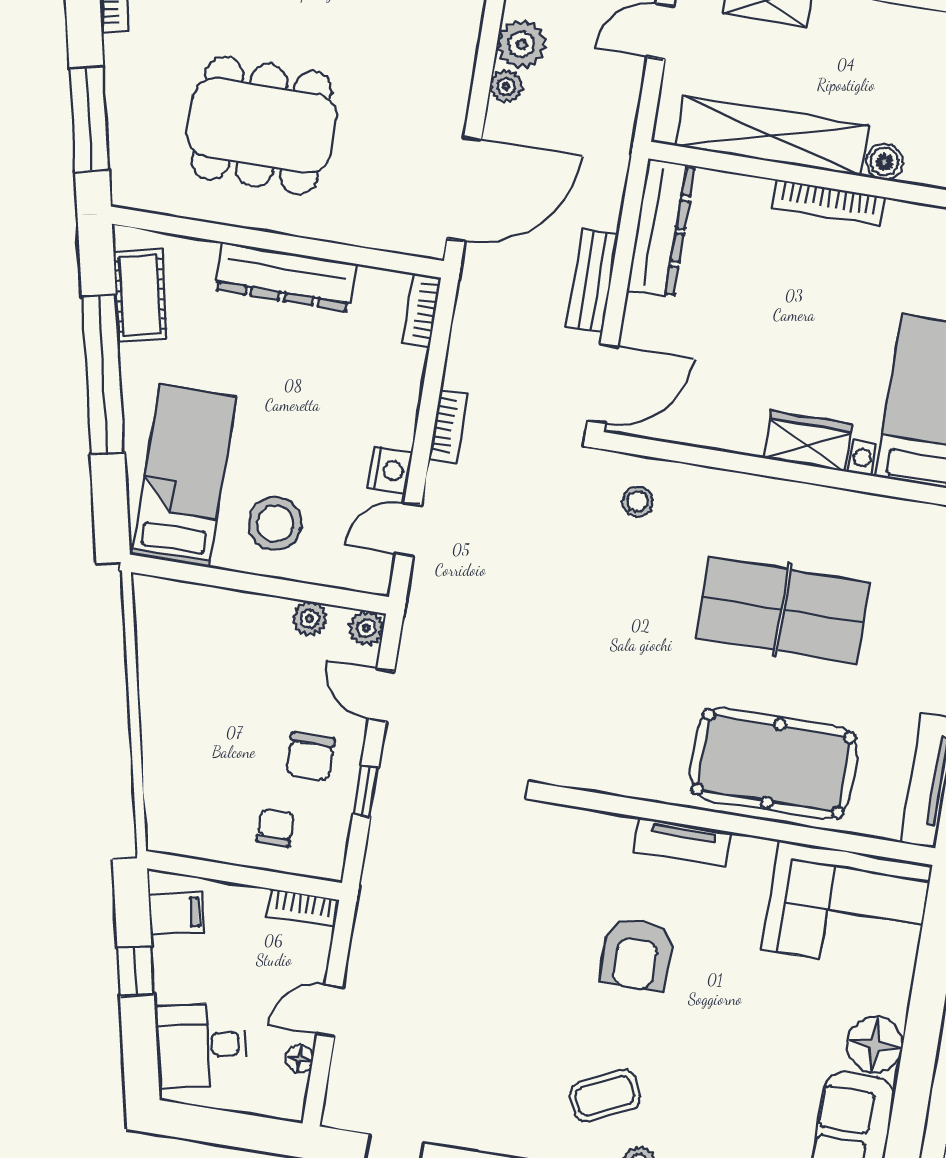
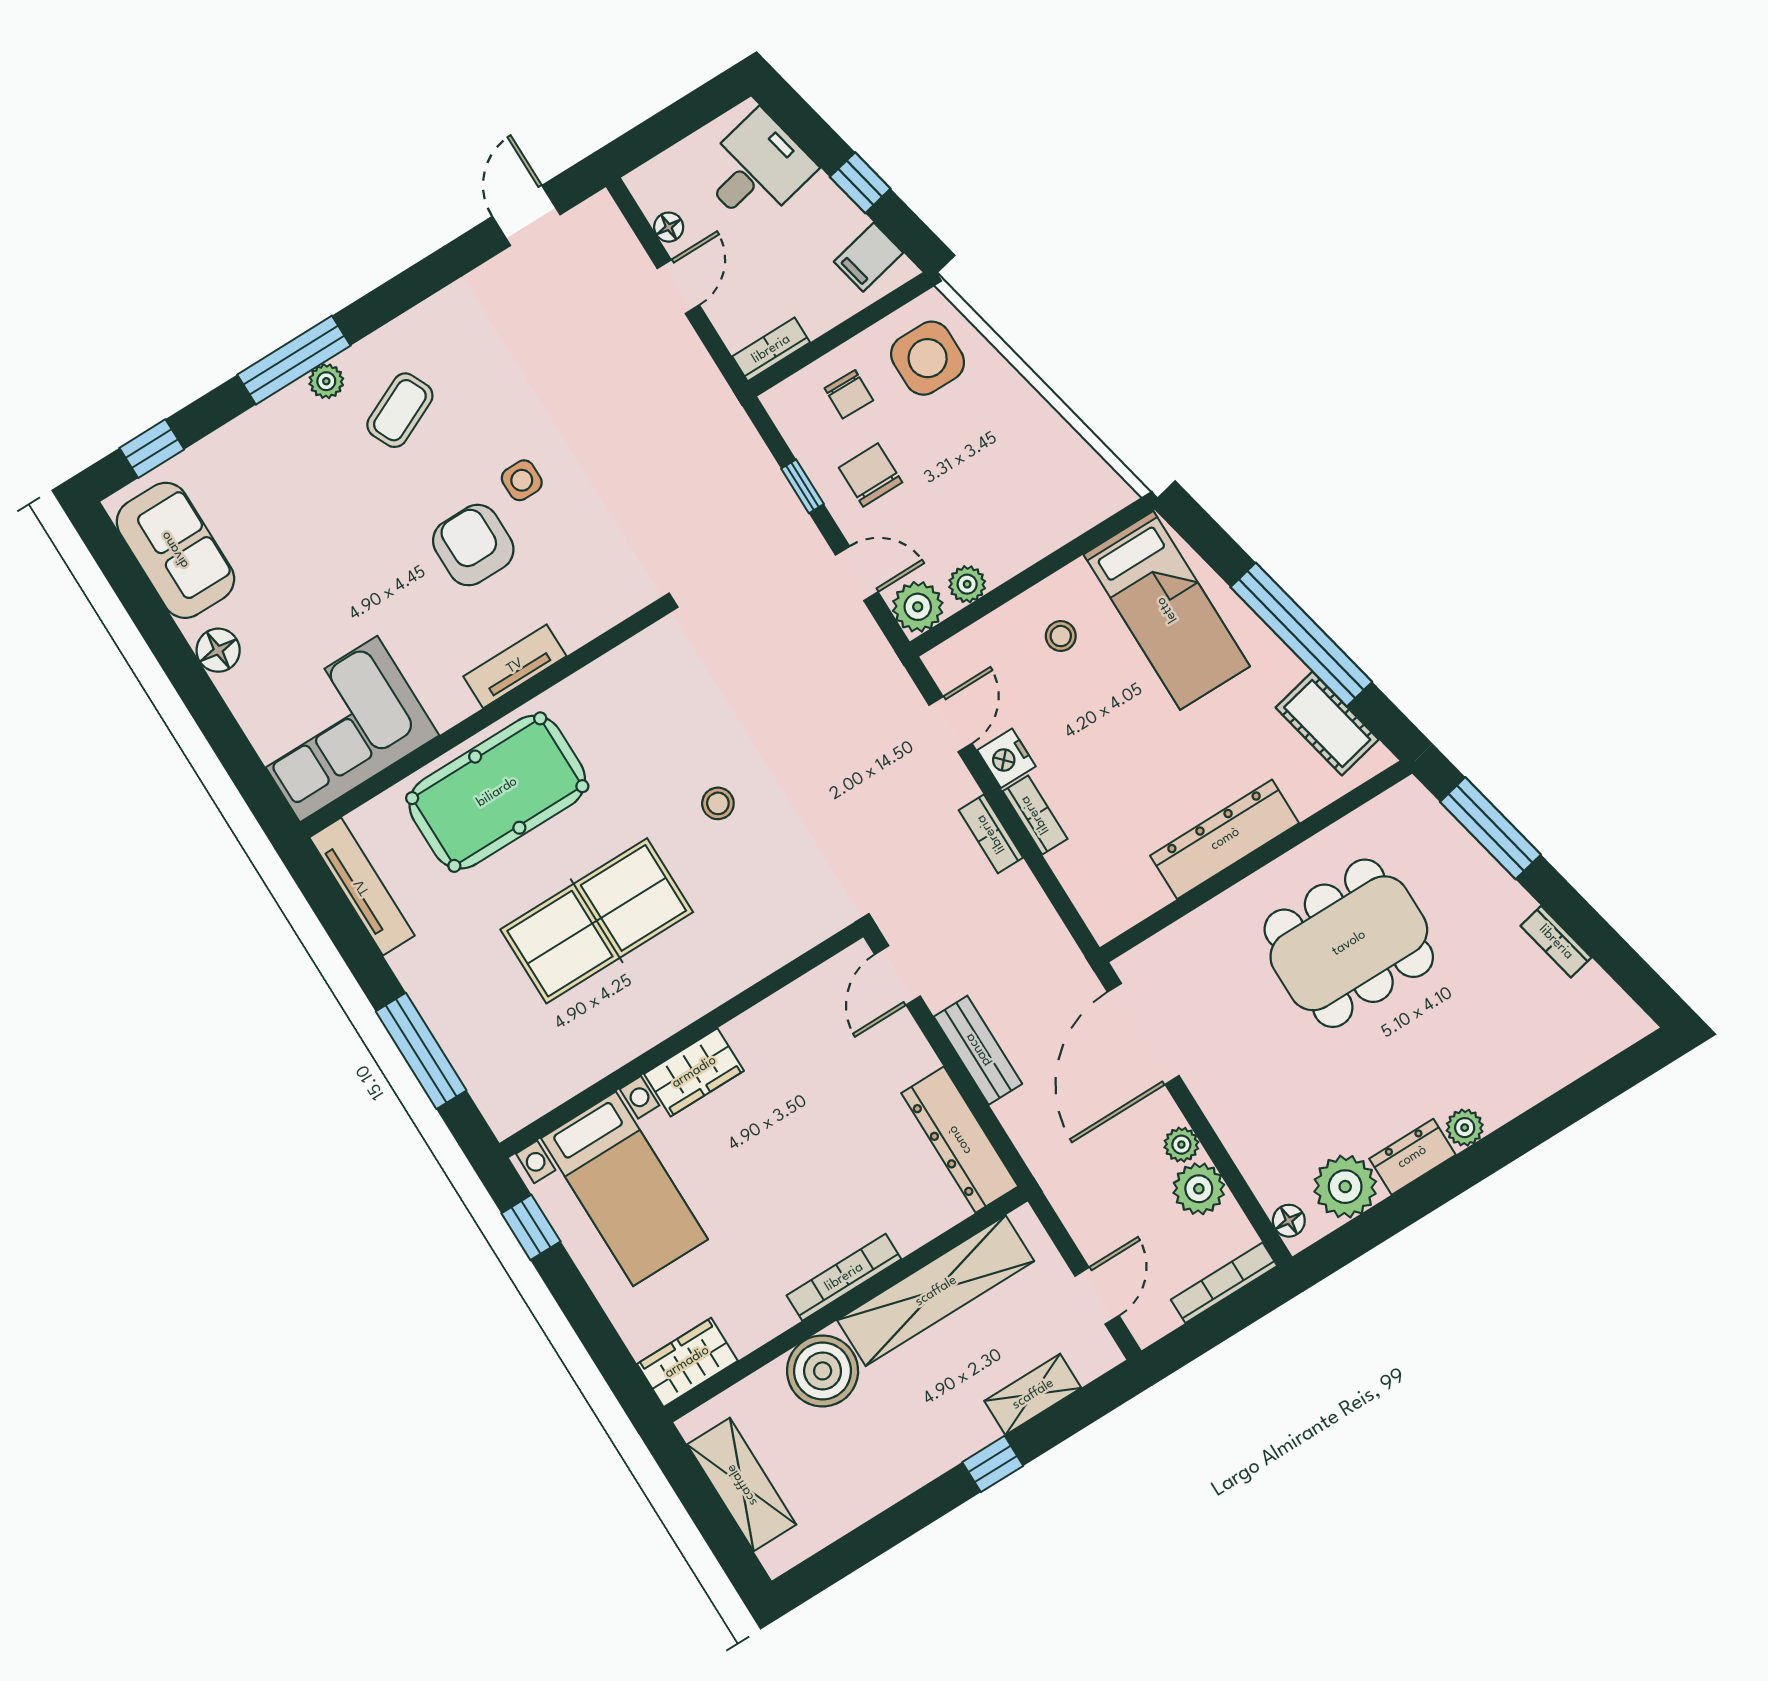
boiler: (885, 162) -> (823, 1371), width x1.86, depth x1.86
bookcase: (422, 310) -> (1035, 815), moved
door: (603, 384) -> (897, 975), width x0.73
stool: (638, 502) -> (718, 803), moved
stool: (275, 523) -> (1061, 636), width x0.53, depth x0.53
plant: (366, 628) -> (918, 607), width x1.38, depth x1.38
side table: (197, 804) -> (928, 358), added
side table: (562, 970) -> (522, 480), added
floor lamp: (875, 1045) -> (218, 650), width x0.73, depth x0.73

